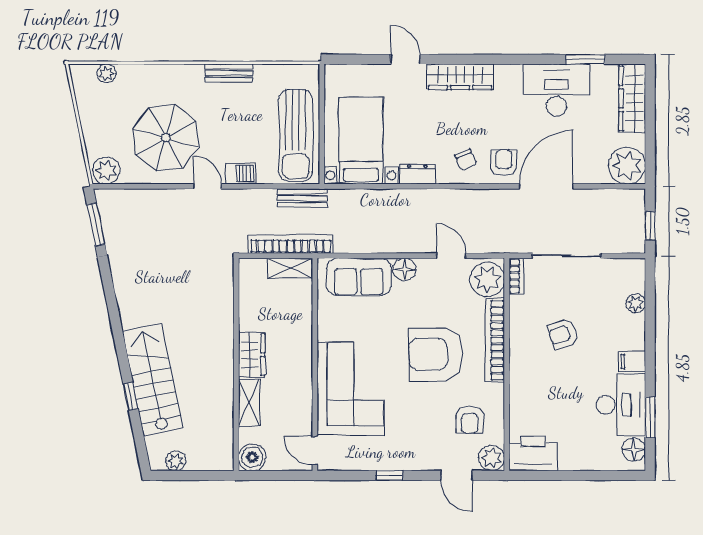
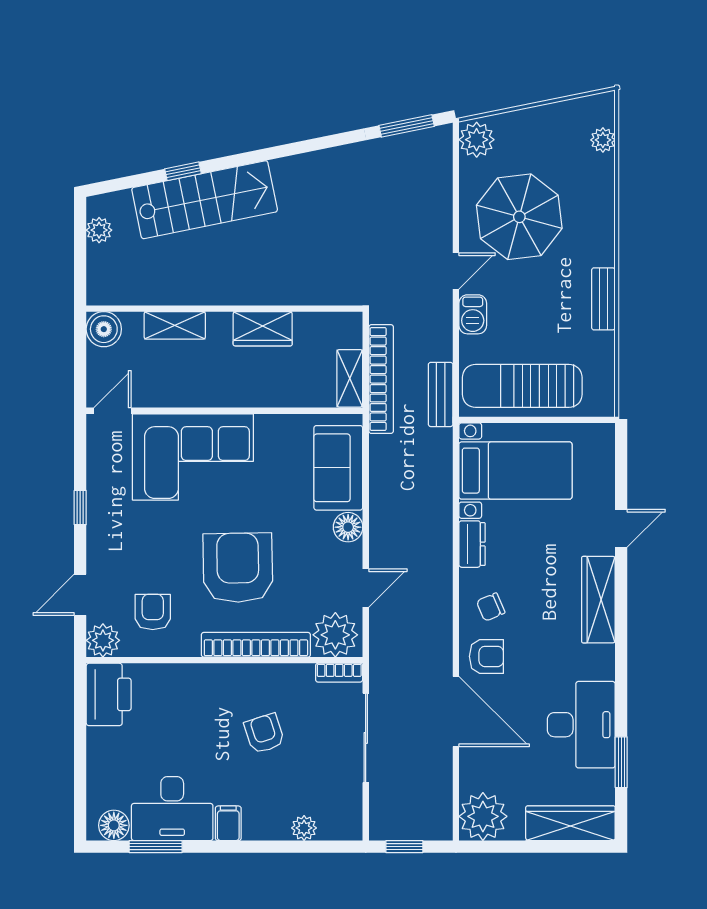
wardrobe: (252, 355) -> (263, 329), moved
armchair: (470, 420) -> (153, 612), turned 90

